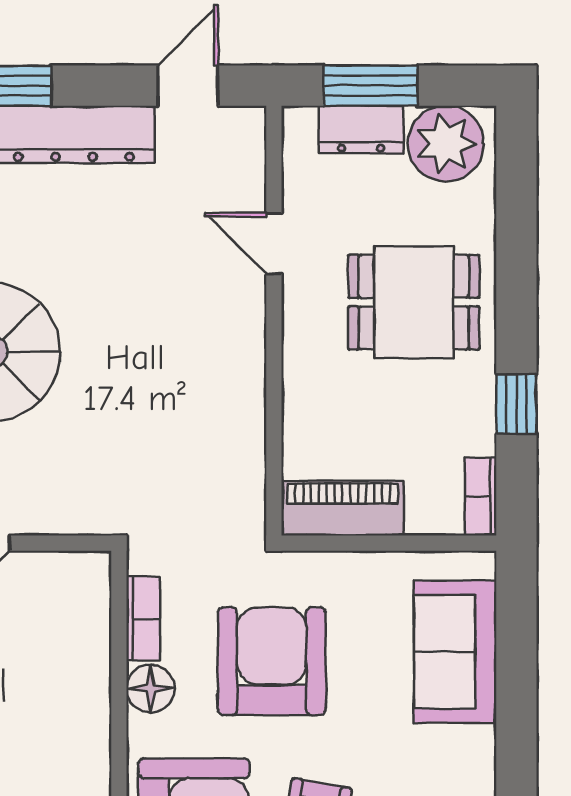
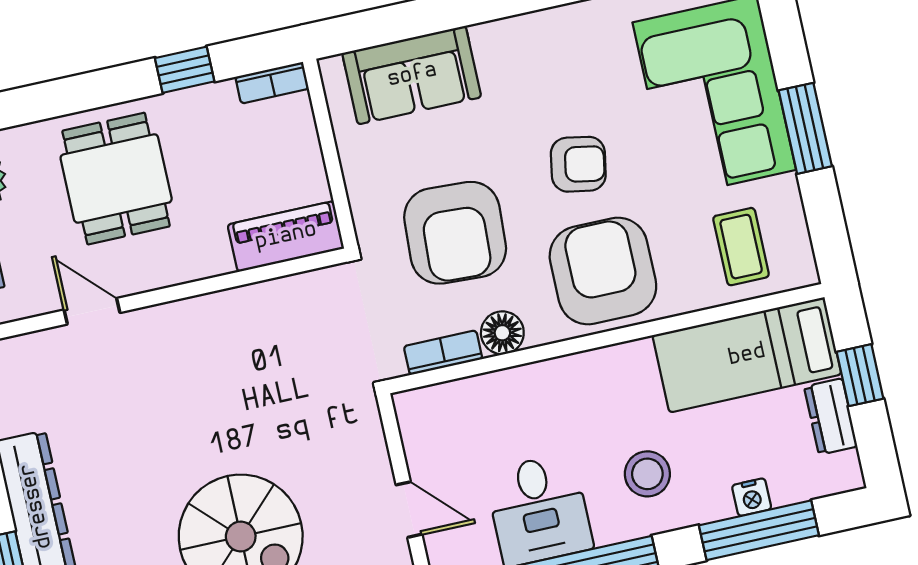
door: (274, 243) -> (92, 311), swing flipped
piano: (343, 508) -> (286, 236), moved, turned 90
armchair: (272, 661) -> (455, 233), turned -87

